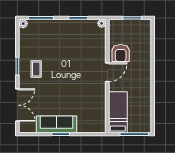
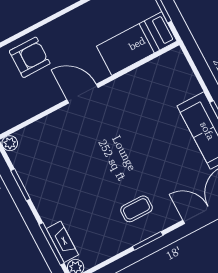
fireplace: (39, 24) -> (62, 242), added
armchair: (121, 53) -> (30, 57), moved

